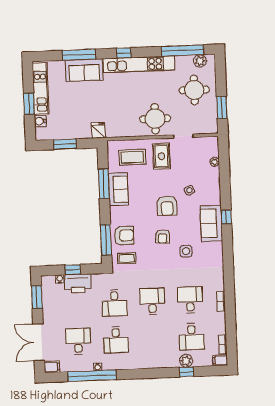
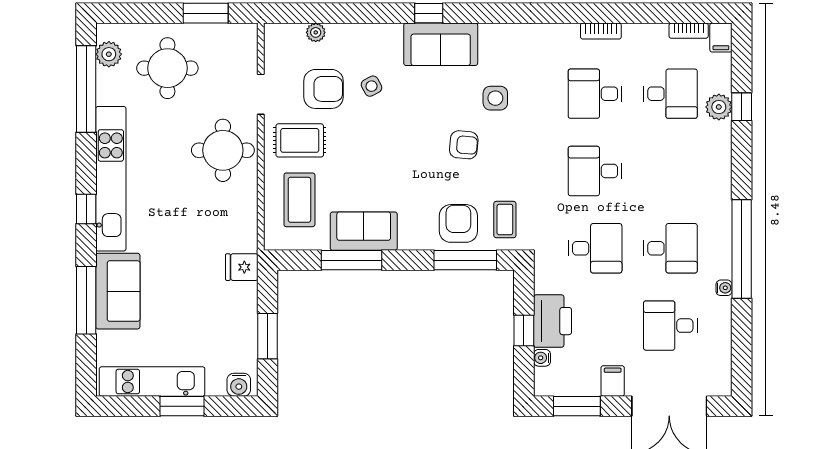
water cooler: (40, 121) -> (239, 385), moved
armchair: (167, 206) -> (323, 89), moved
filing cabinet: (52, 367) -> (613, 381), moved
window: (92, 376) -> (742, 249), moved

